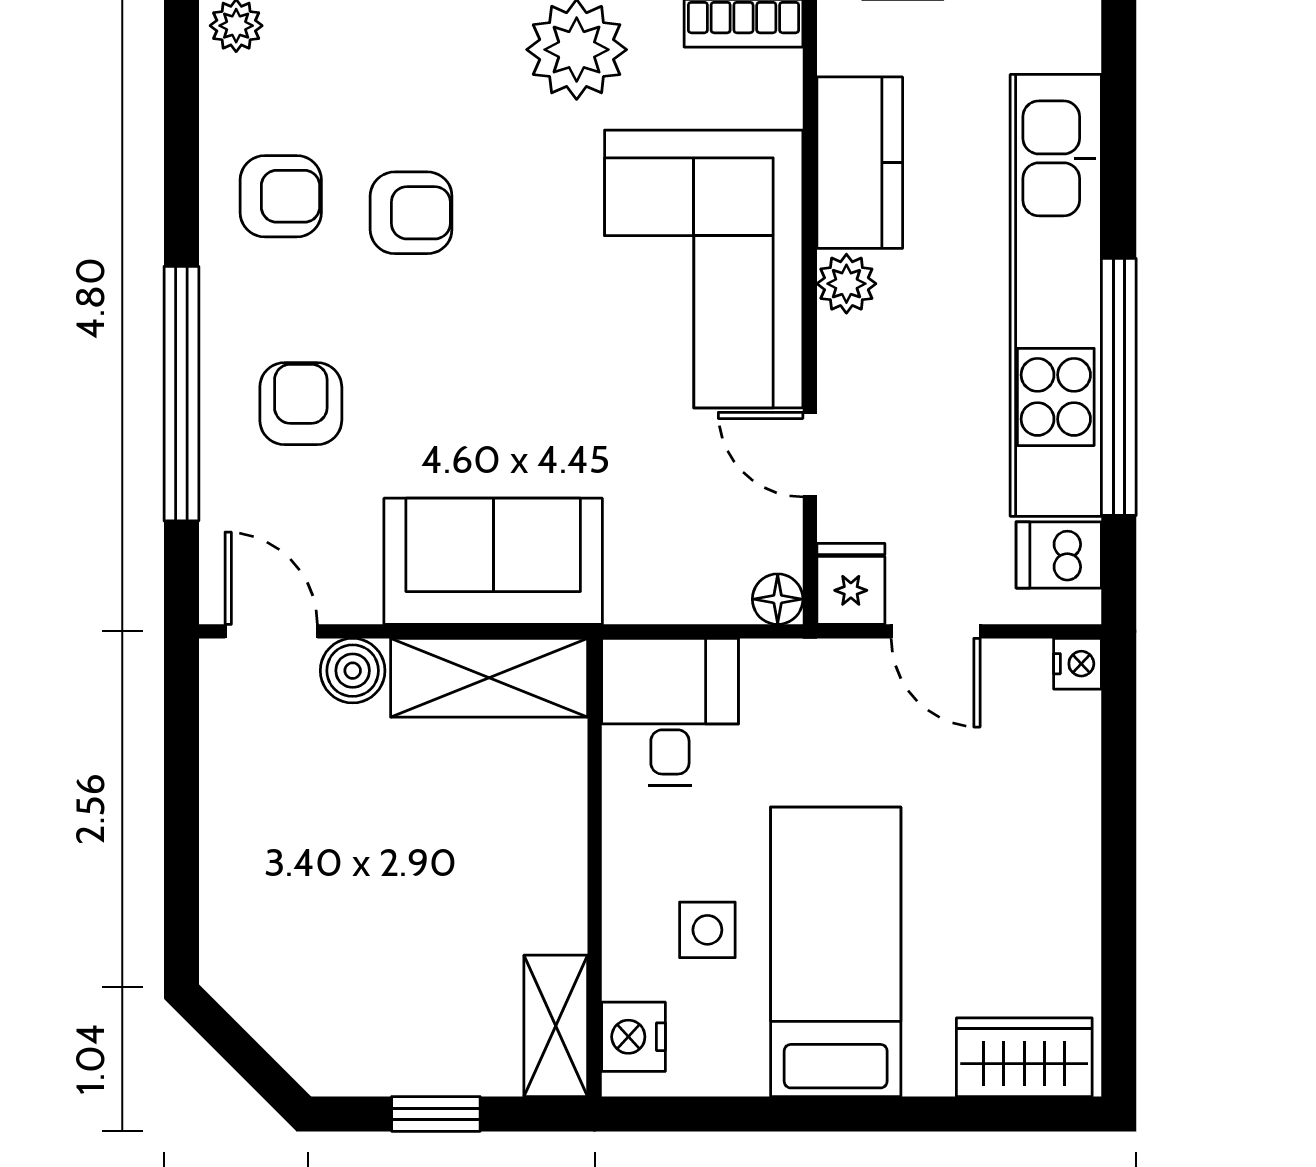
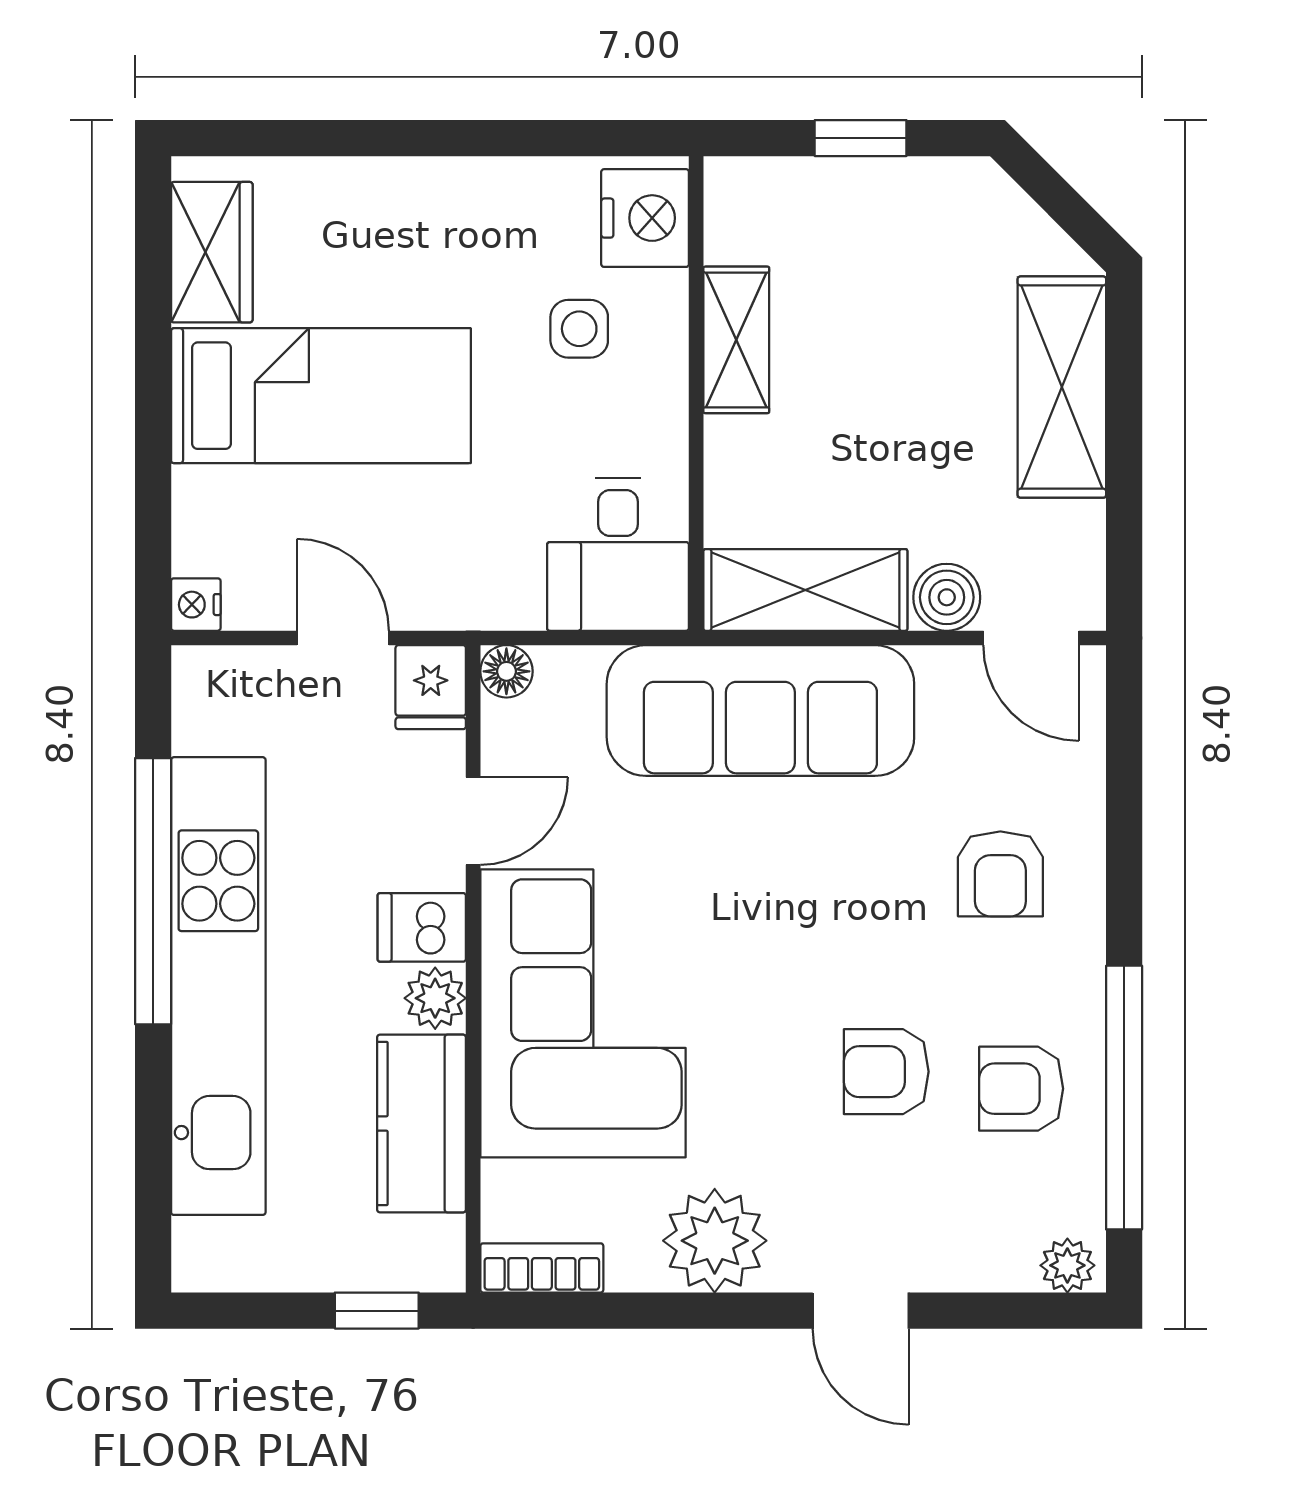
window: (181, 394) -> (1124, 1098), moved
door: (810, 455) -> (473, 821), hinge flipped
dishwasher: (1059, 555) -> (422, 927), moved, turned 180
sofa: (493, 561) -> (760, 711), width x1.36
shelving: (241, 874) -> (1062, 387), added
bed: (836, 952) -> (321, 396), moved, turned -90
shelving: (556, 1026) -> (736, 340), moved
nightstand: (633, 1037) -> (645, 218), width x1.36, depth x1.33
wardrobe: (1024, 1057) -> (212, 252), moved, turned -90

